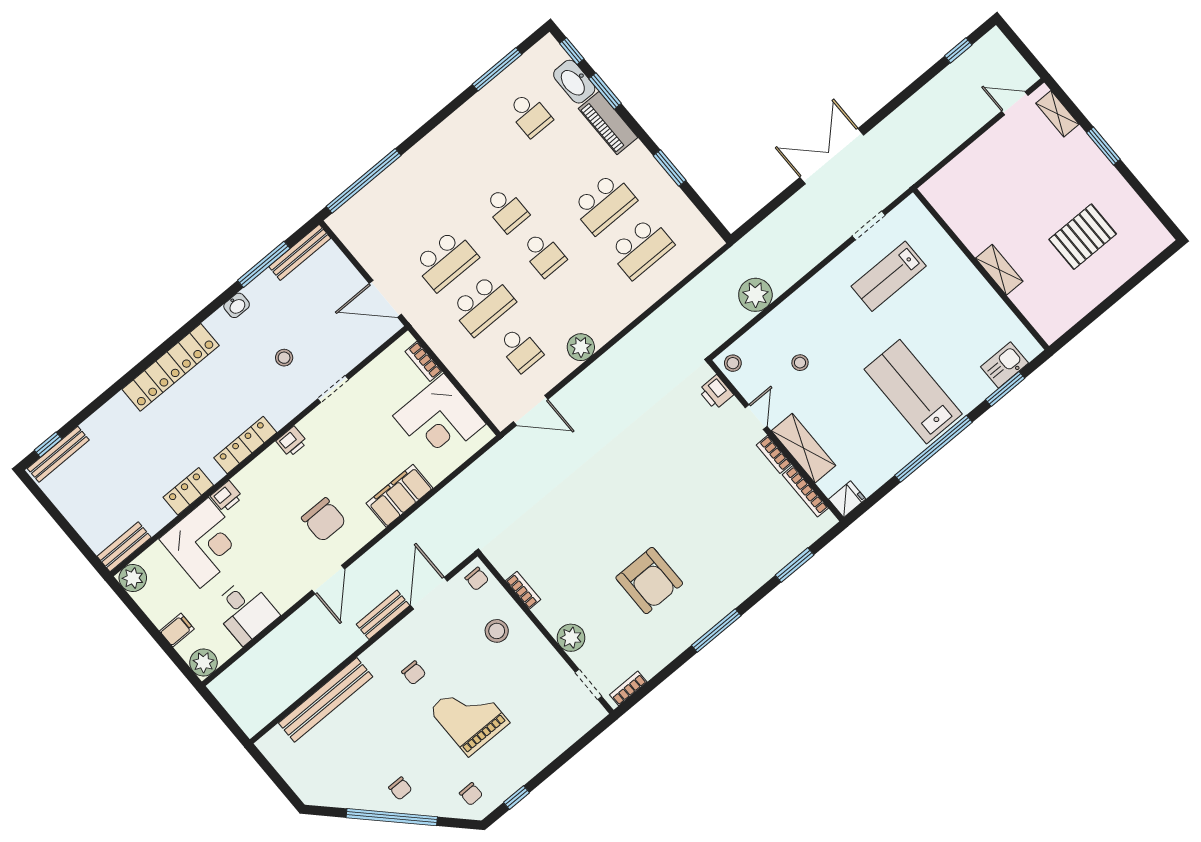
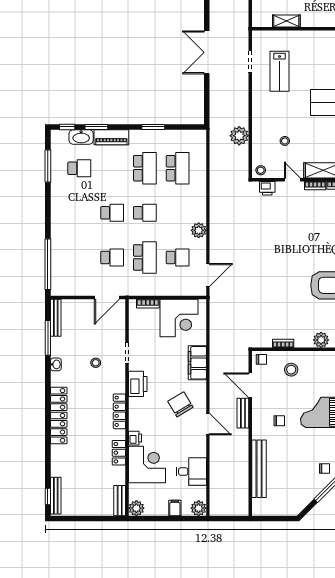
school desk: (446, 260) -> (112, 257), width x0.54
shelving: (999, 270) -> (286, 21), moved
printer: (292, 442) -> (138, 384), width x1.87, depth x1.48
chair: (324, 520) -> (180, 404), turned -121

